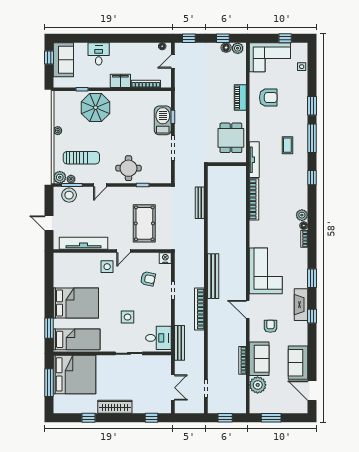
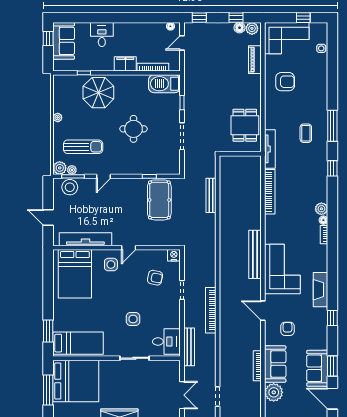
piano: (240, 98) -> (255, 60), moved
window: (312, 106) -> (332, 91), removed
barbecue: (163, 120) -> (164, 84), moved, turned -90
round table: (128, 168) -> (134, 129), moved
pool table: (144, 223) -> (159, 200), moved
bench: (213, 276) -> (255, 254), moved
window: (312, 278) -> (332, 366), moved
bed: (76, 303) -> (75, 274), moved, turned 90
fireplace: (301, 305) -> (321, 290), moved

